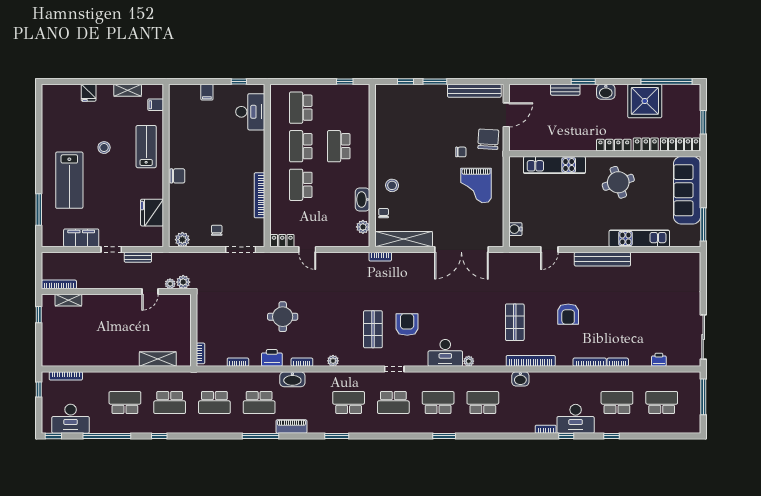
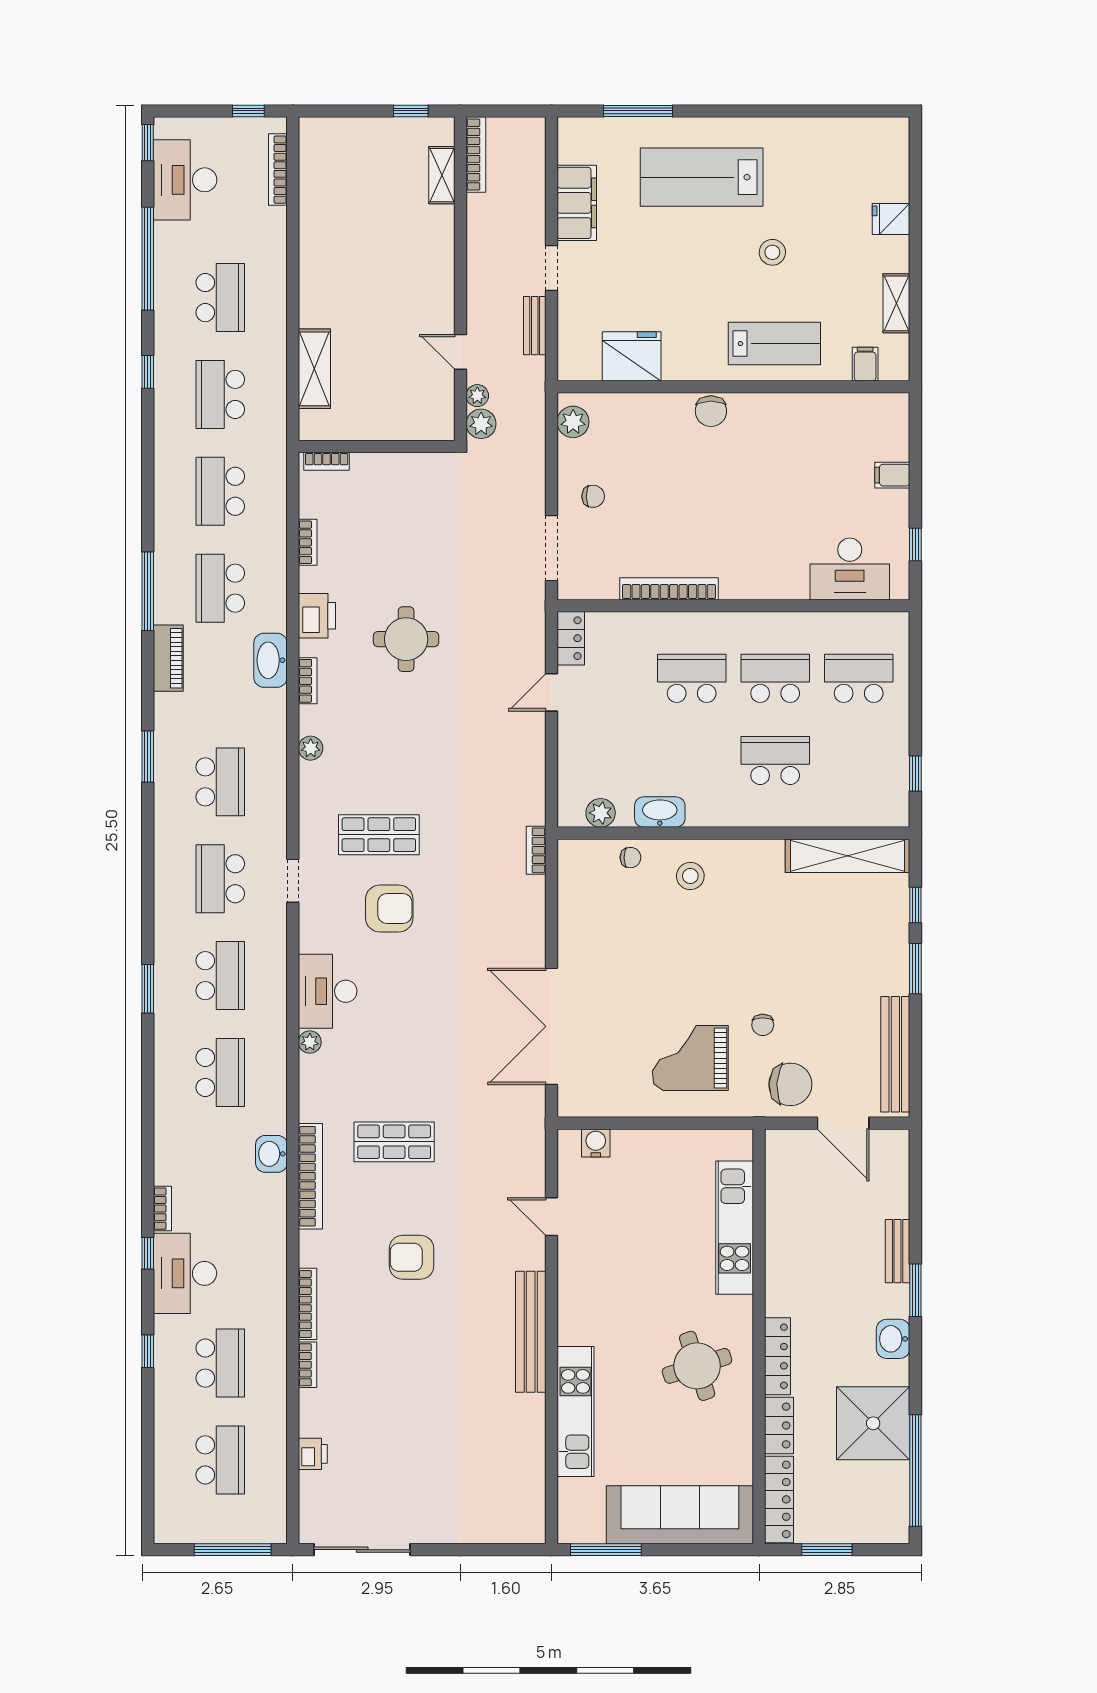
shelving: (404, 239) -> (848, 856), moved, turned 90

